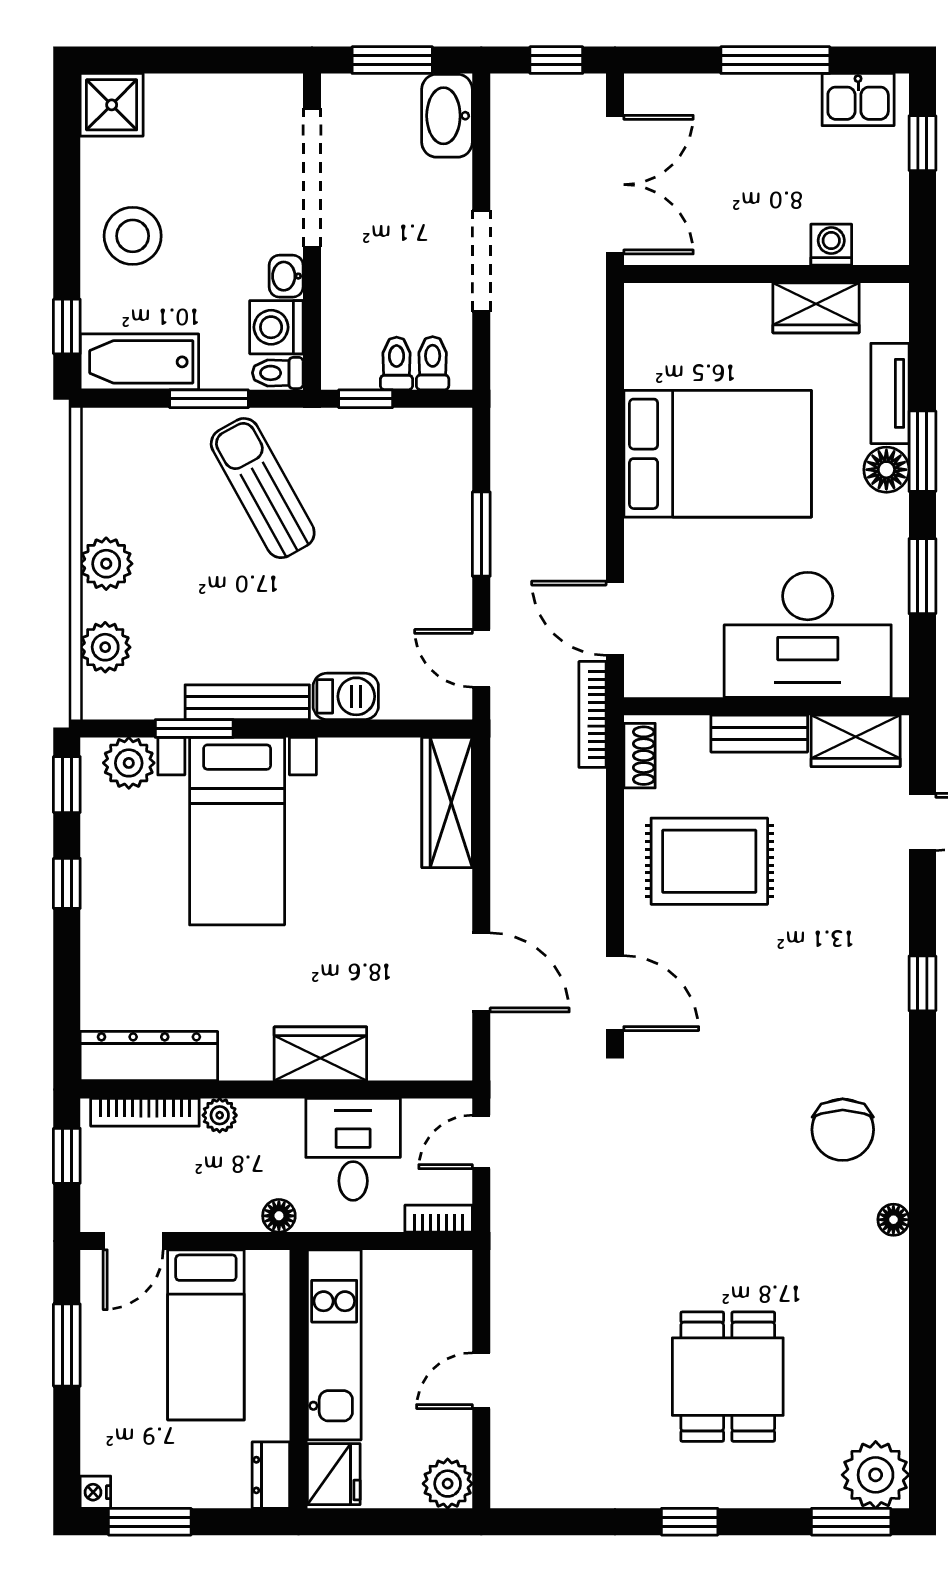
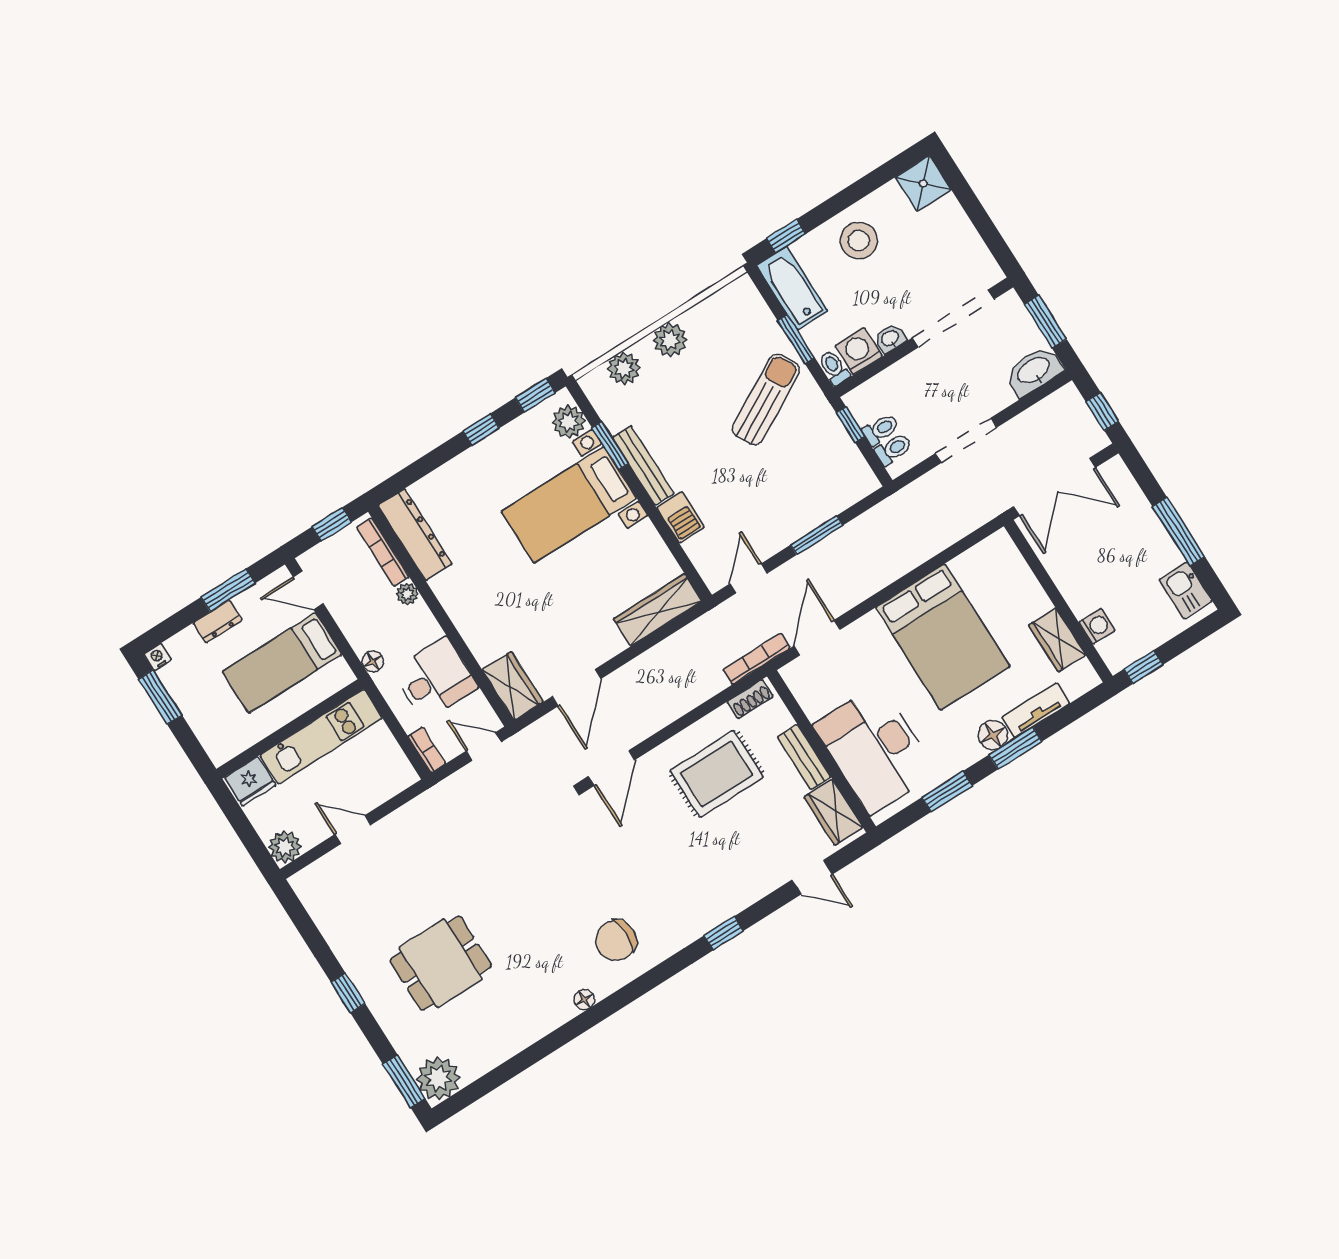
window: (922, 143) -> (1143, 667), moved
rug: (709, 861) -> (717, 774), turned 90
wardrobe: (320, 1054) -> (513, 686), moved
dresser: (271, 1475) -> (218, 621), moved, turned 180

